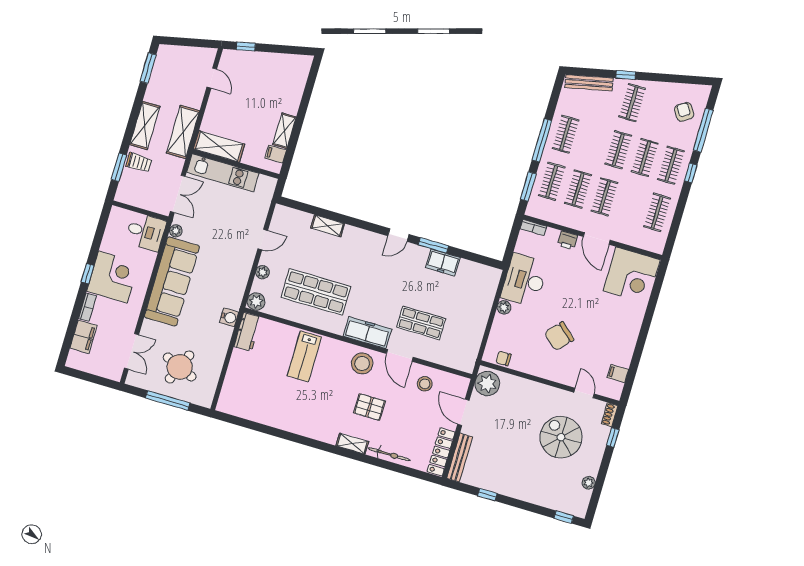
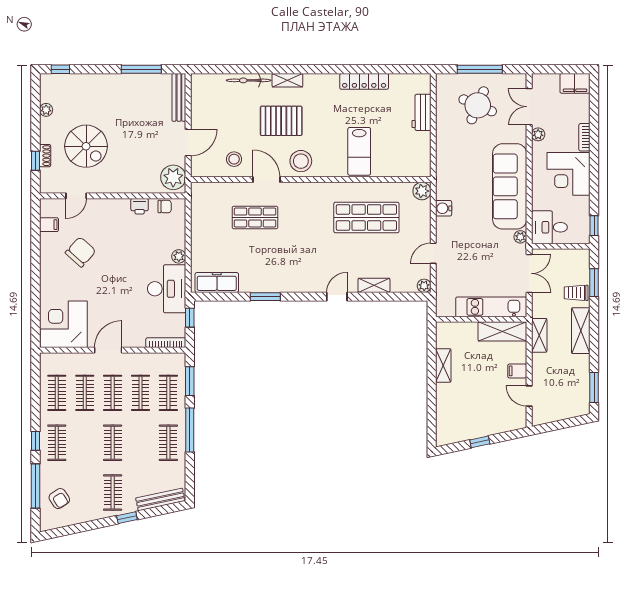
window: (246, 47) -> (480, 442), moved
shelving: (183, 132) -> (539, 335), width x0.67, depth x0.75
filing cabinet: (276, 154) -> (517, 371), moved, turned 180
clothes rail: (645, 157) -> (85, 393), moved
double door: (178, 194) -> (529, 273), swing flipped
bookcase: (533, 227) -> (166, 343), width x1.56
door: (398, 235) -> (337, 297), moved
door: (597, 238) -> (108, 350), hinge flipped
printer: (568, 240) -> (140, 206), moved, turned 180
window: (511, 246) -> (190, 318), added
freezer: (443, 263) -> (217, 283), moved, width x1.40
plant: (263, 272) -> (424, 286), moved
window: (88, 274) -> (594, 226), moved
water cooler: (229, 317) -> (444, 208), moved
plant: (131, 323) -> (538, 134), added
workbench: (248, 332) -> (421, 112), moved
freezer: (367, 333) -> (305, 193), removed
chair: (559, 336) -> (81, 252), moved
filing cabinet: (83, 337) -> (575, 83), moved, turned -90
lab bench: (304, 356) -> (359, 151), turned 180
door: (584, 393) -> (76, 196), hinge flipped
pallet: (370, 407) -> (281, 121), width x1.50, depth x1.42
door: (463, 412) -> (188, 143), hinge flipped
shoe rack: (610, 415) -> (45, 156), moved
locker: (441, 452) -> (364, 81), moved, turned 90
window: (487, 495) -> (141, 69), width x2.17

